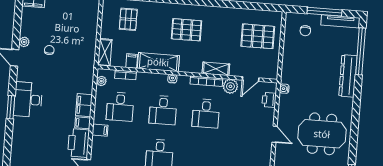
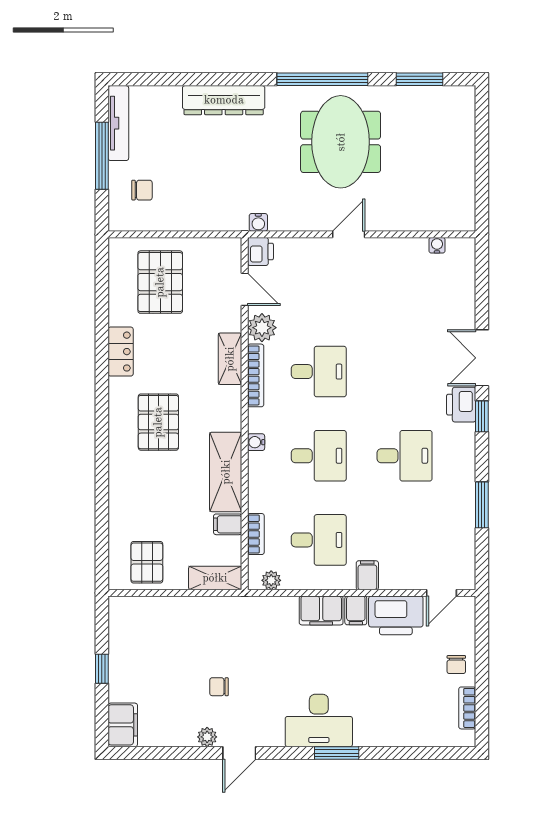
locker: (224, 13) -> (121, 352), added
pallet: (128, 19) -> (147, 562), moved, turned 90
window: (361, 51) -> (322, 79), moved
printer: (269, 100) -> (260, 251), moved, turned -90

